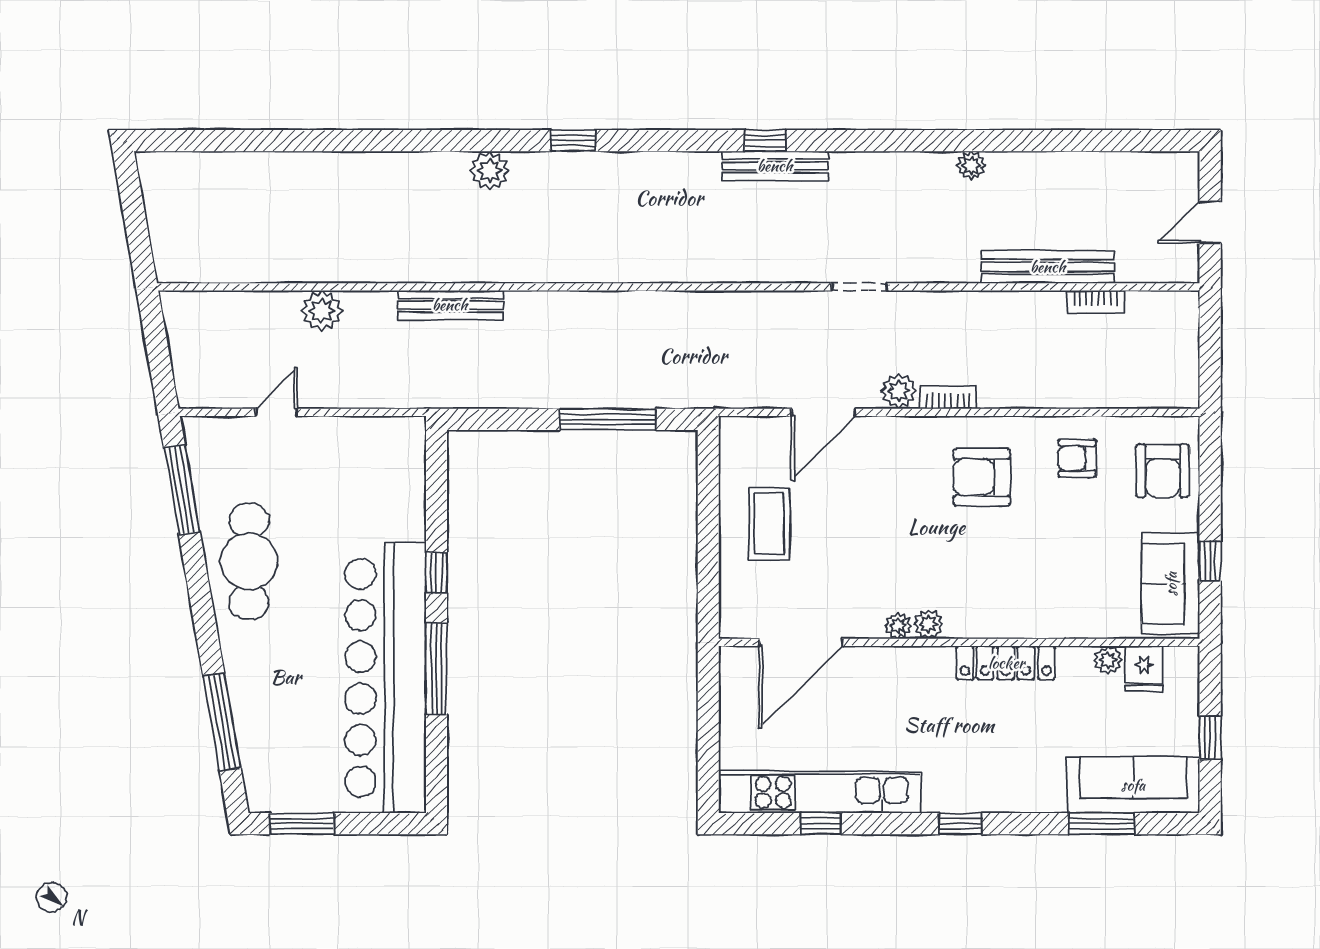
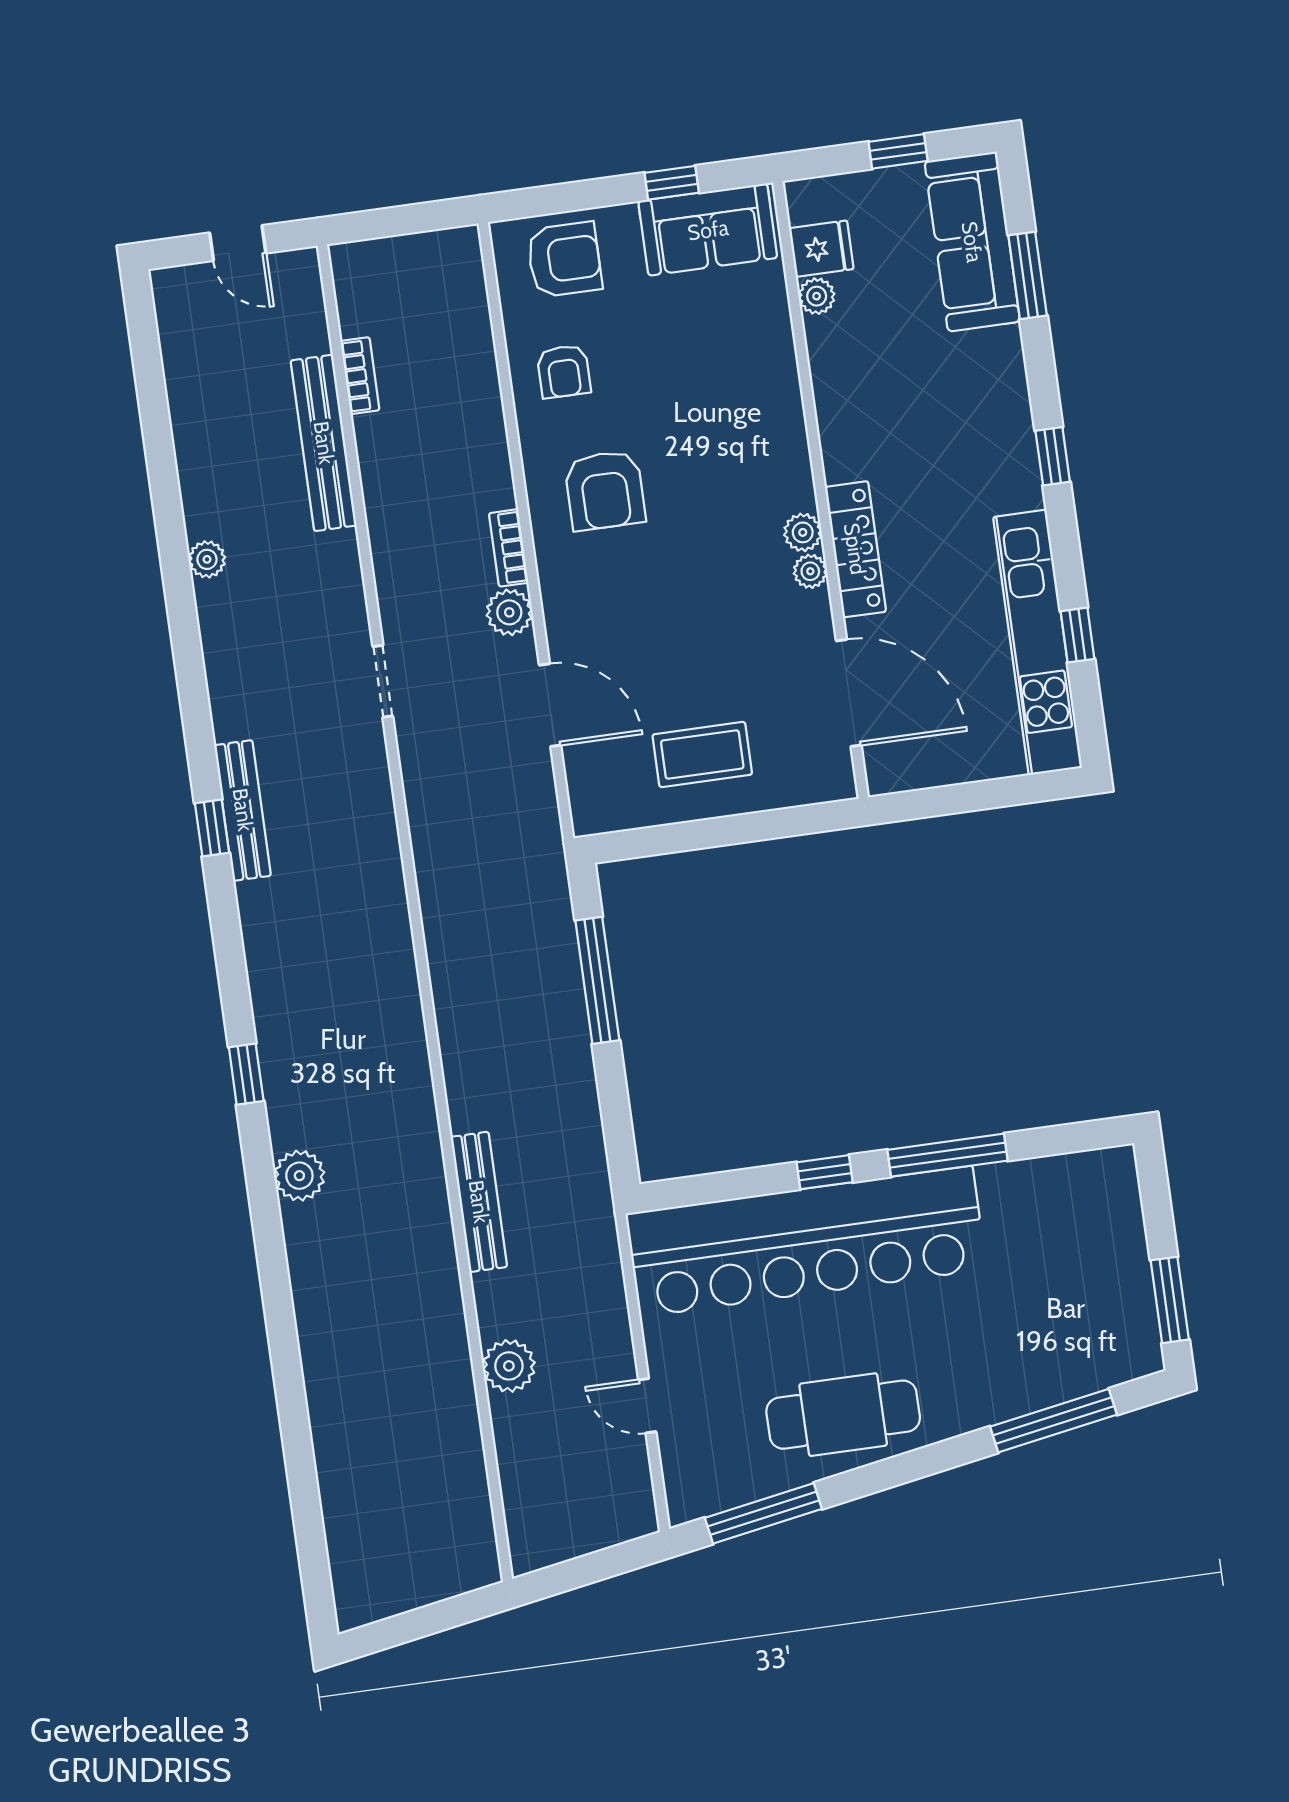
locker: (1006, 663) -> (855, 549), moved
bar counter: (386, 678) -> (806, 1241), moved

